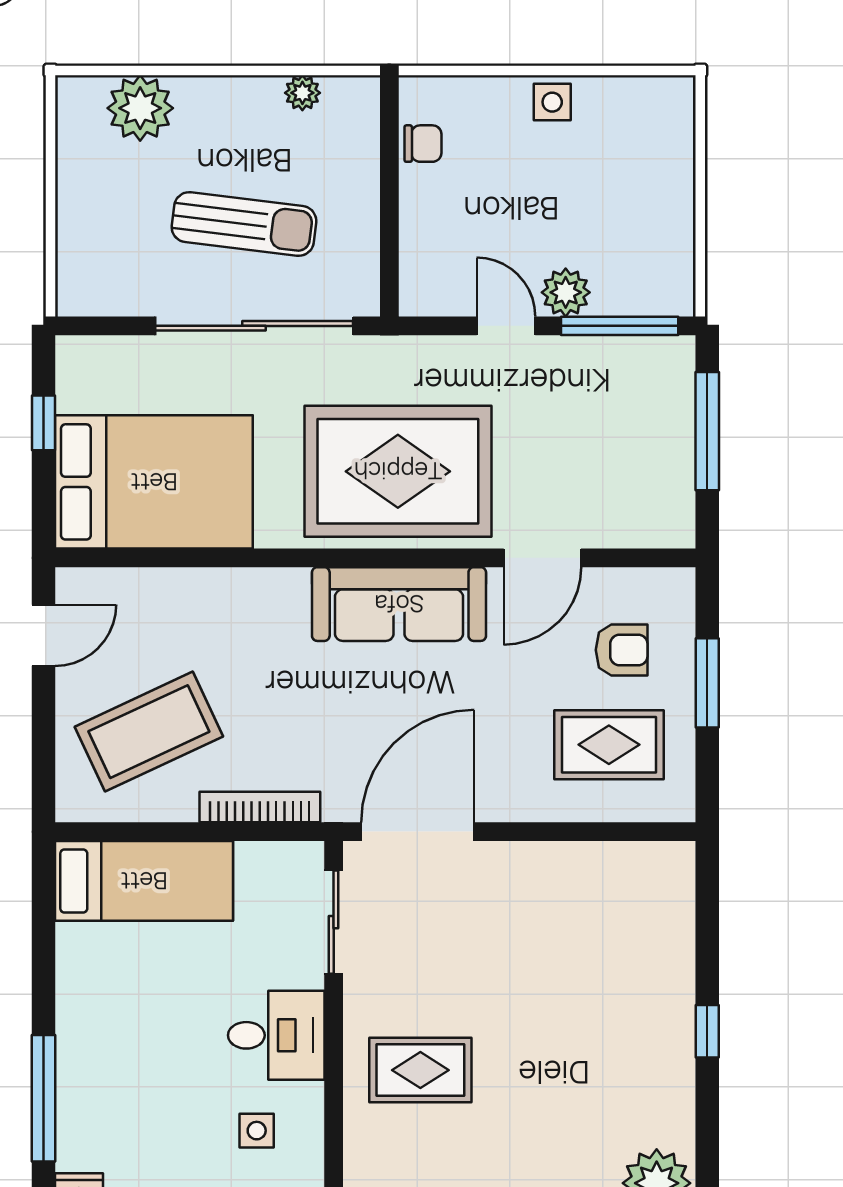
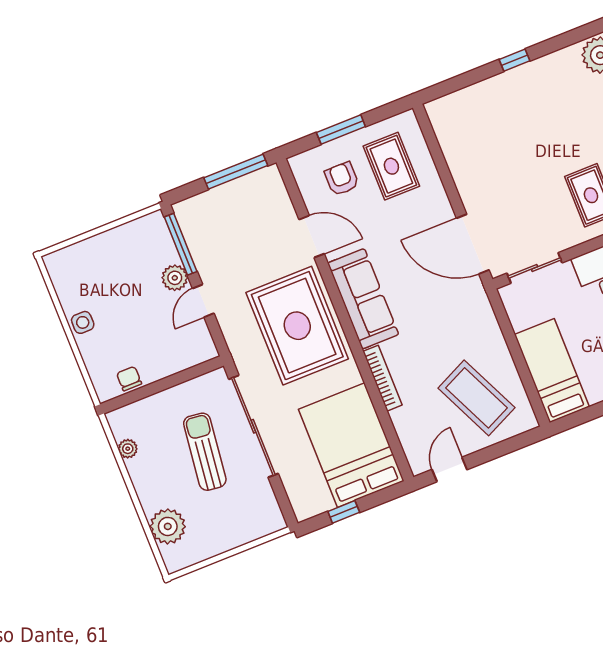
window: (707, 431) -> (236, 172), moved
door: (44, 635) -> (449, 470), hinge flipped
bookcase: (260, 807) -> (383, 378), moved, turned 180

